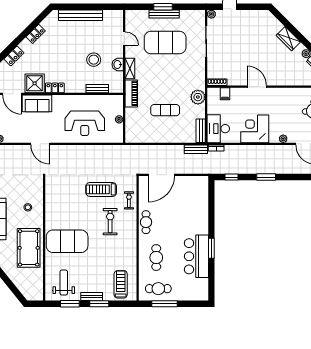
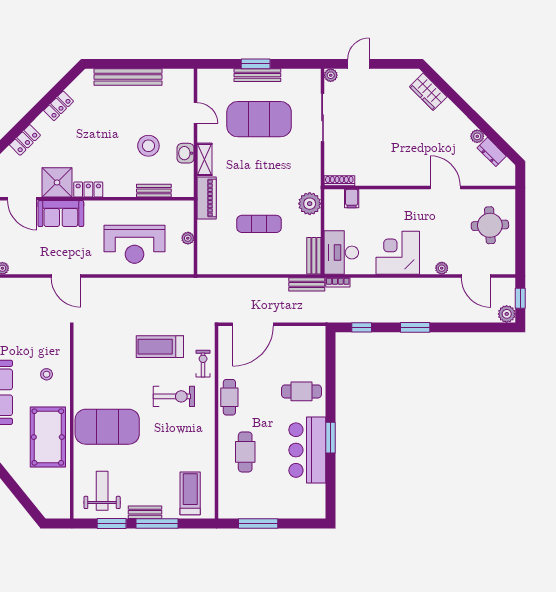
wardrobe: (288, 39) -> (428, 92), moved
door: (257, 87) -> (445, 188), moved
exercise bike: (110, 222) -> (174, 396), turned 90
cafe table: (158, 289) -> (301, 391), moved
window: (99, 304) -> (157, 523), width x1.44

